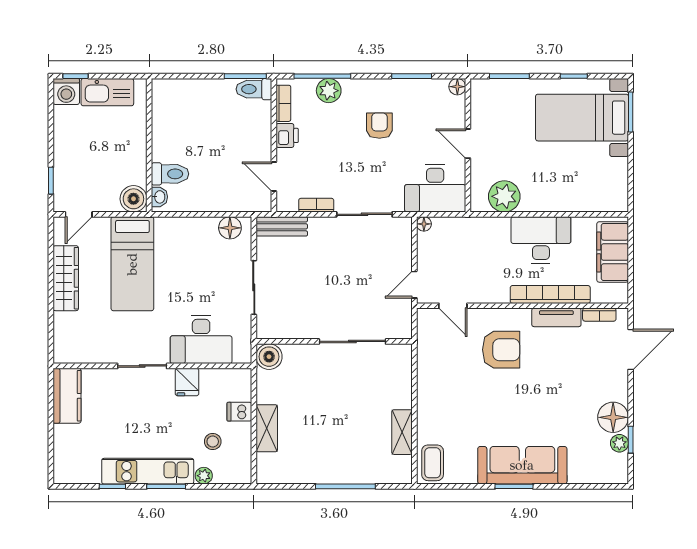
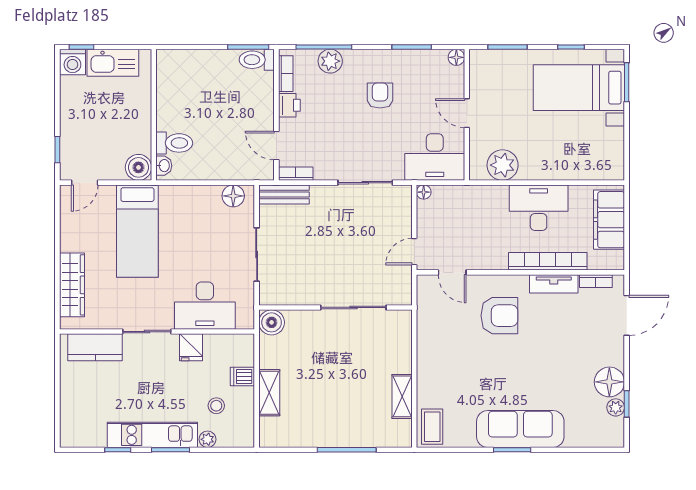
bookcase: (316, 205) -> (296, 174), moved
wardrobe: (66, 278) -> (72, 285), moved
kitchen counter: (67, 396) -> (95, 347), moved, turned 90

